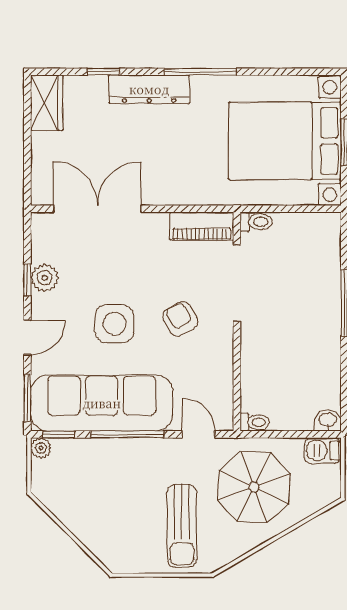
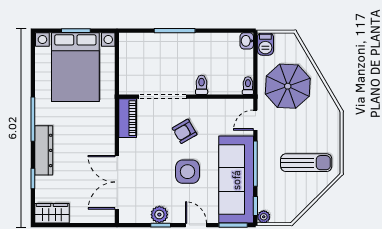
toilet: (256, 222) -> (202, 85), moved
sun lounger: (182, 526) -> (306, 163), moved

